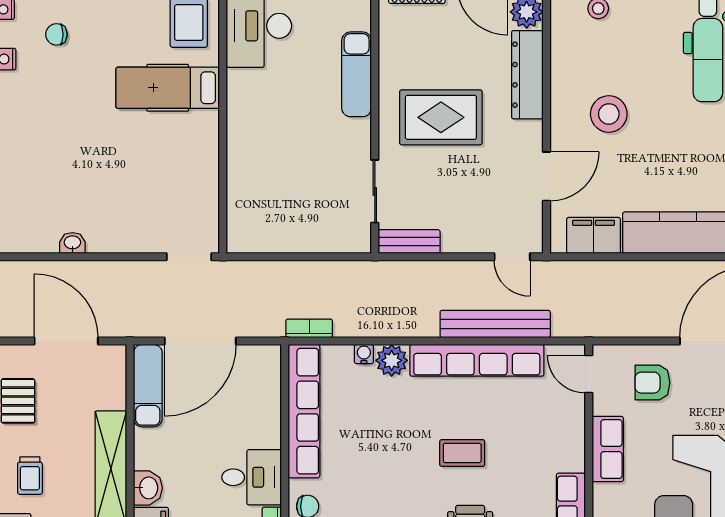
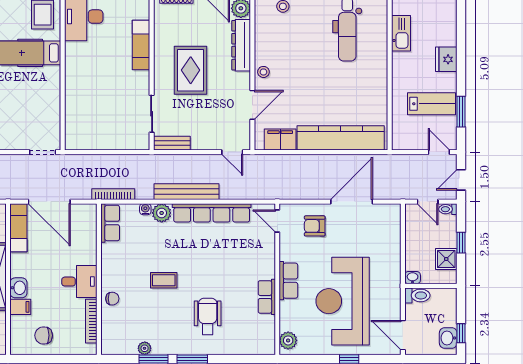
stool: (609, 114) -> (263, 72), moved, width x0.53, depth x0.53
rug: (441, 117) -> (191, 70), turned 90
bench: (495, 324) -> (186, 192), moved
bookcase: (309, 328) -> (113, 194), width x1.56
door: (200, 341) -> (49, 202), hinge flipped
row of seats: (304, 411) -> (110, 223), width x0.50
row of seats: (608, 449) -> (288, 281), moved
coffee table: (462, 453) -> (164, 280), moved

